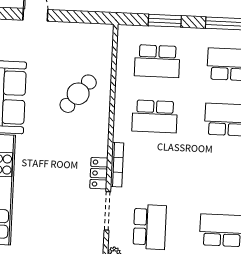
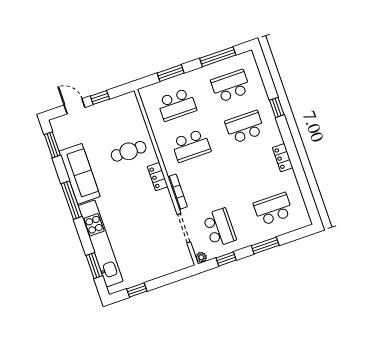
window: (69, 16) -> (100, 98), added
cafe table: (78, 94) -> (129, 151), turned 50
locker: (99, 173) -> (158, 177), moved

